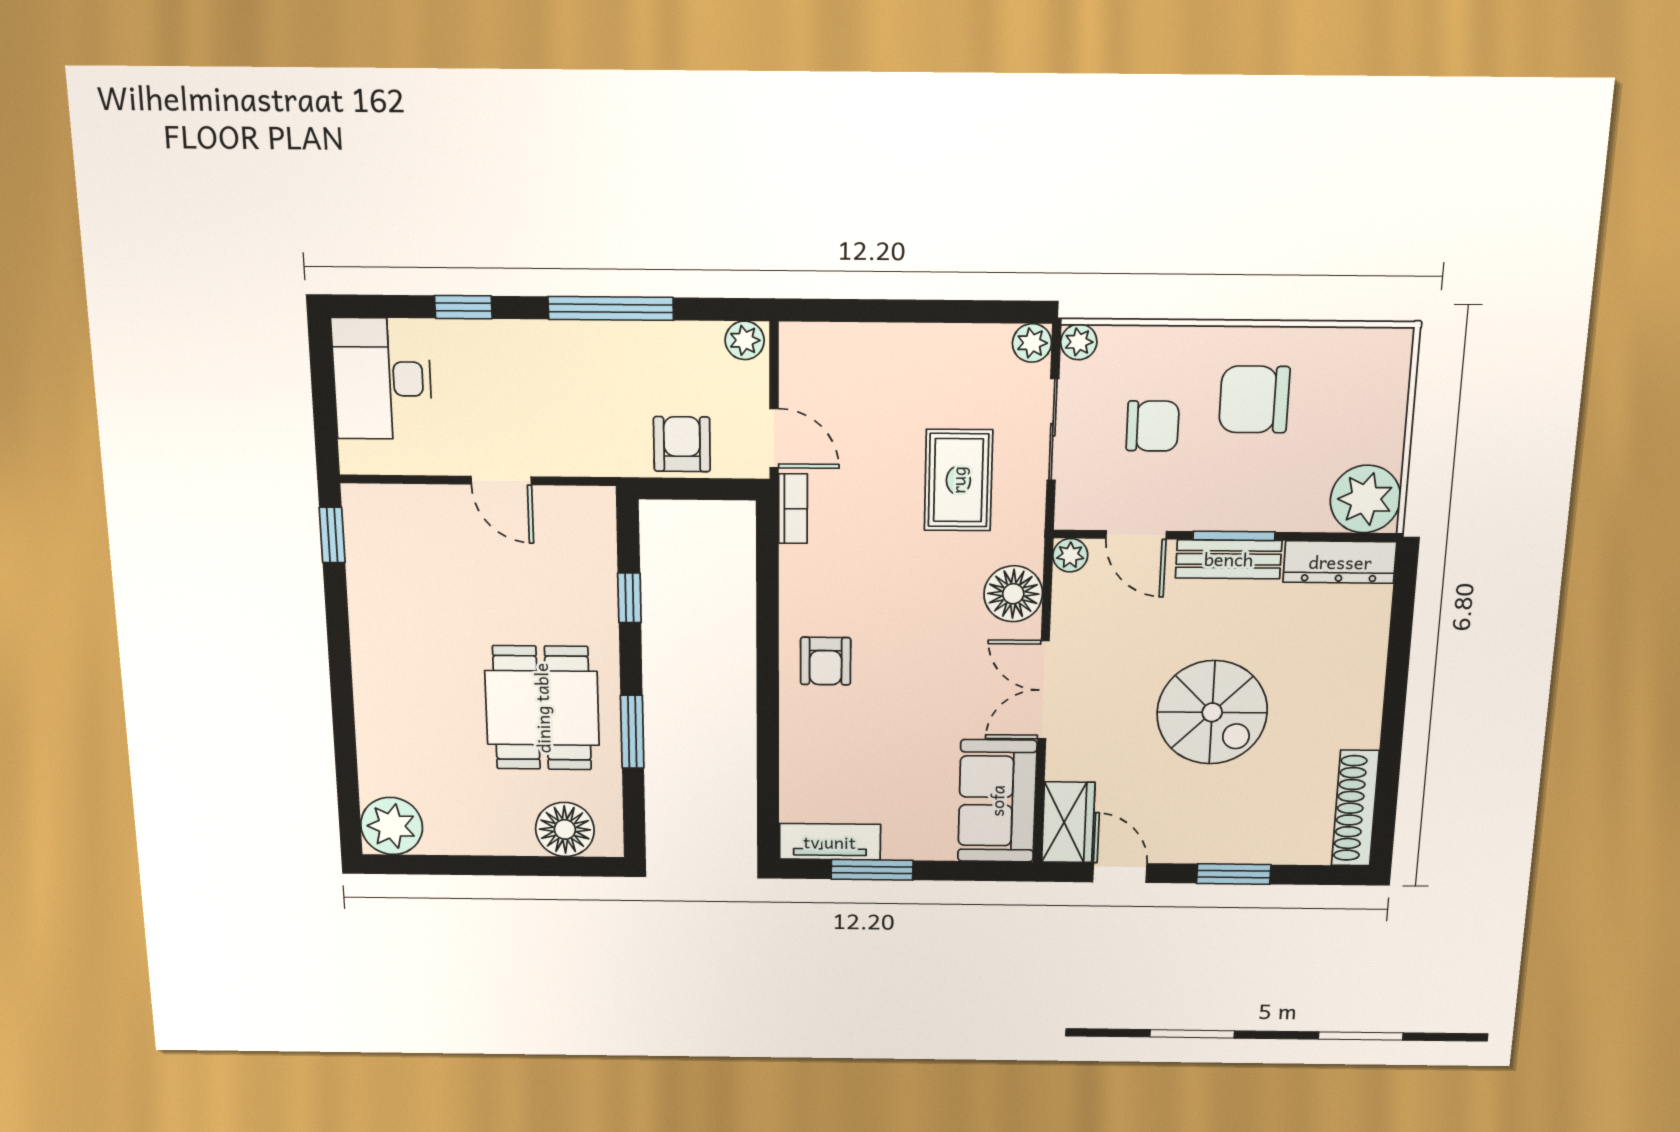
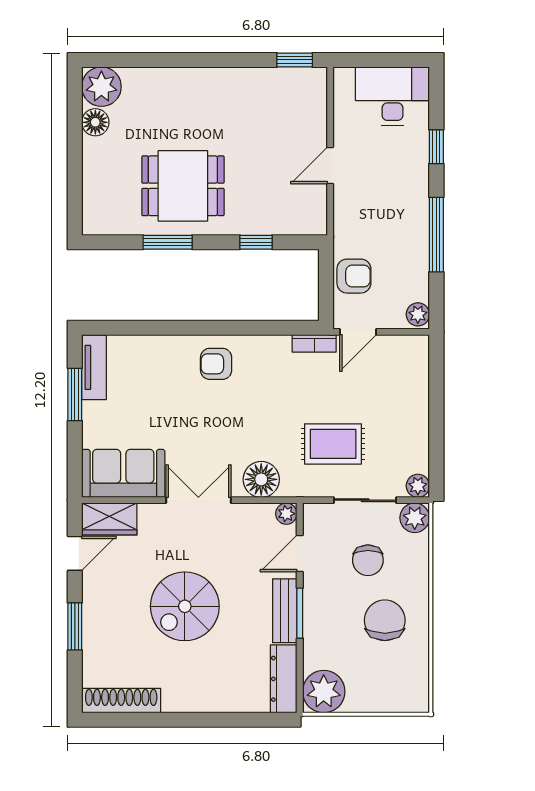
plant: (1079, 342) -> (415, 518), width x1.38, depth x1.38
floor lamp: (565, 829) -> (95, 122), moved, width x0.73, depth x0.73

